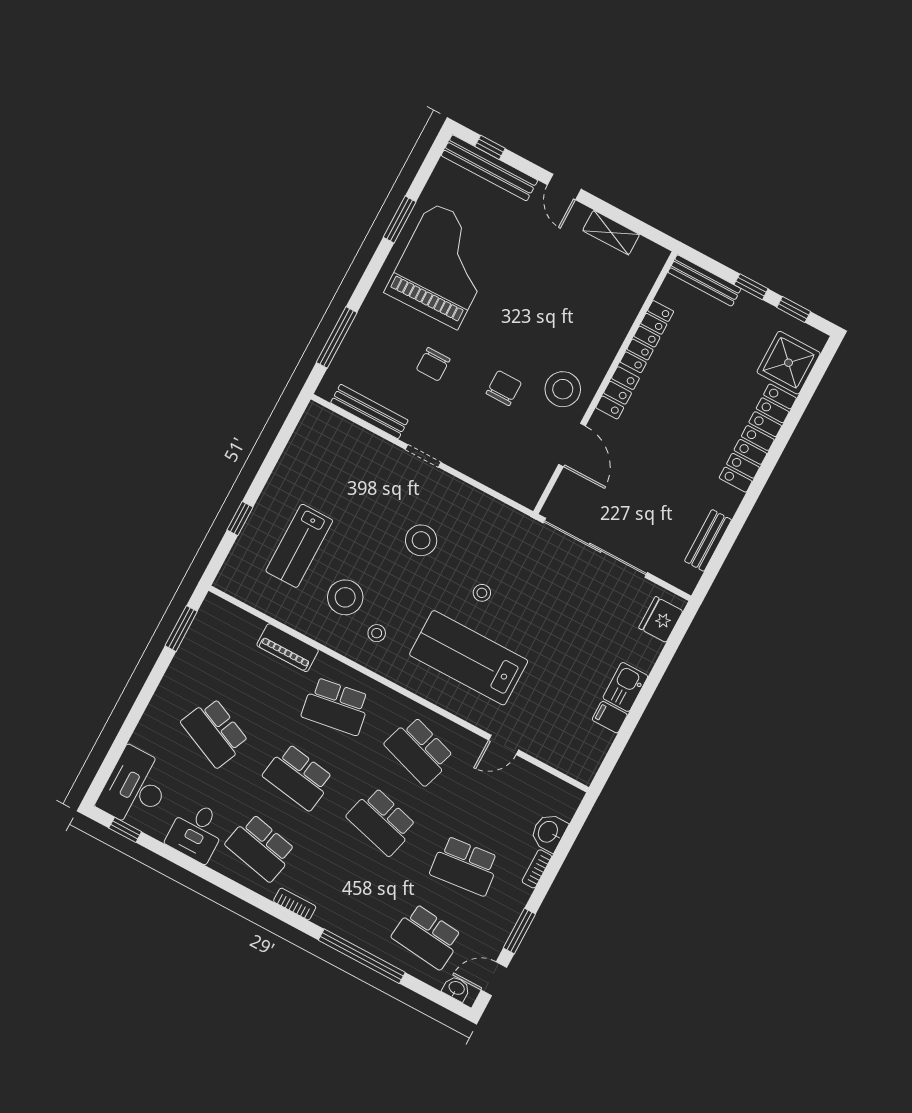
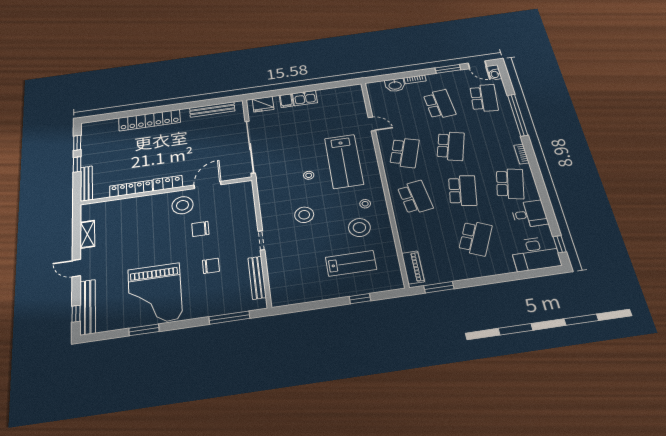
door: (564, 187) -> (76, 268), swing flipped
grand piano: (444, 265) -> (155, 294), turned -89
shower: (789, 363) -> (105, 130), removed
bench: (708, 540) -> (212, 109), width x1.36
piano: (288, 648) -> (413, 267), moved
filing cabinet: (610, 717) -> (286, 101), moved

